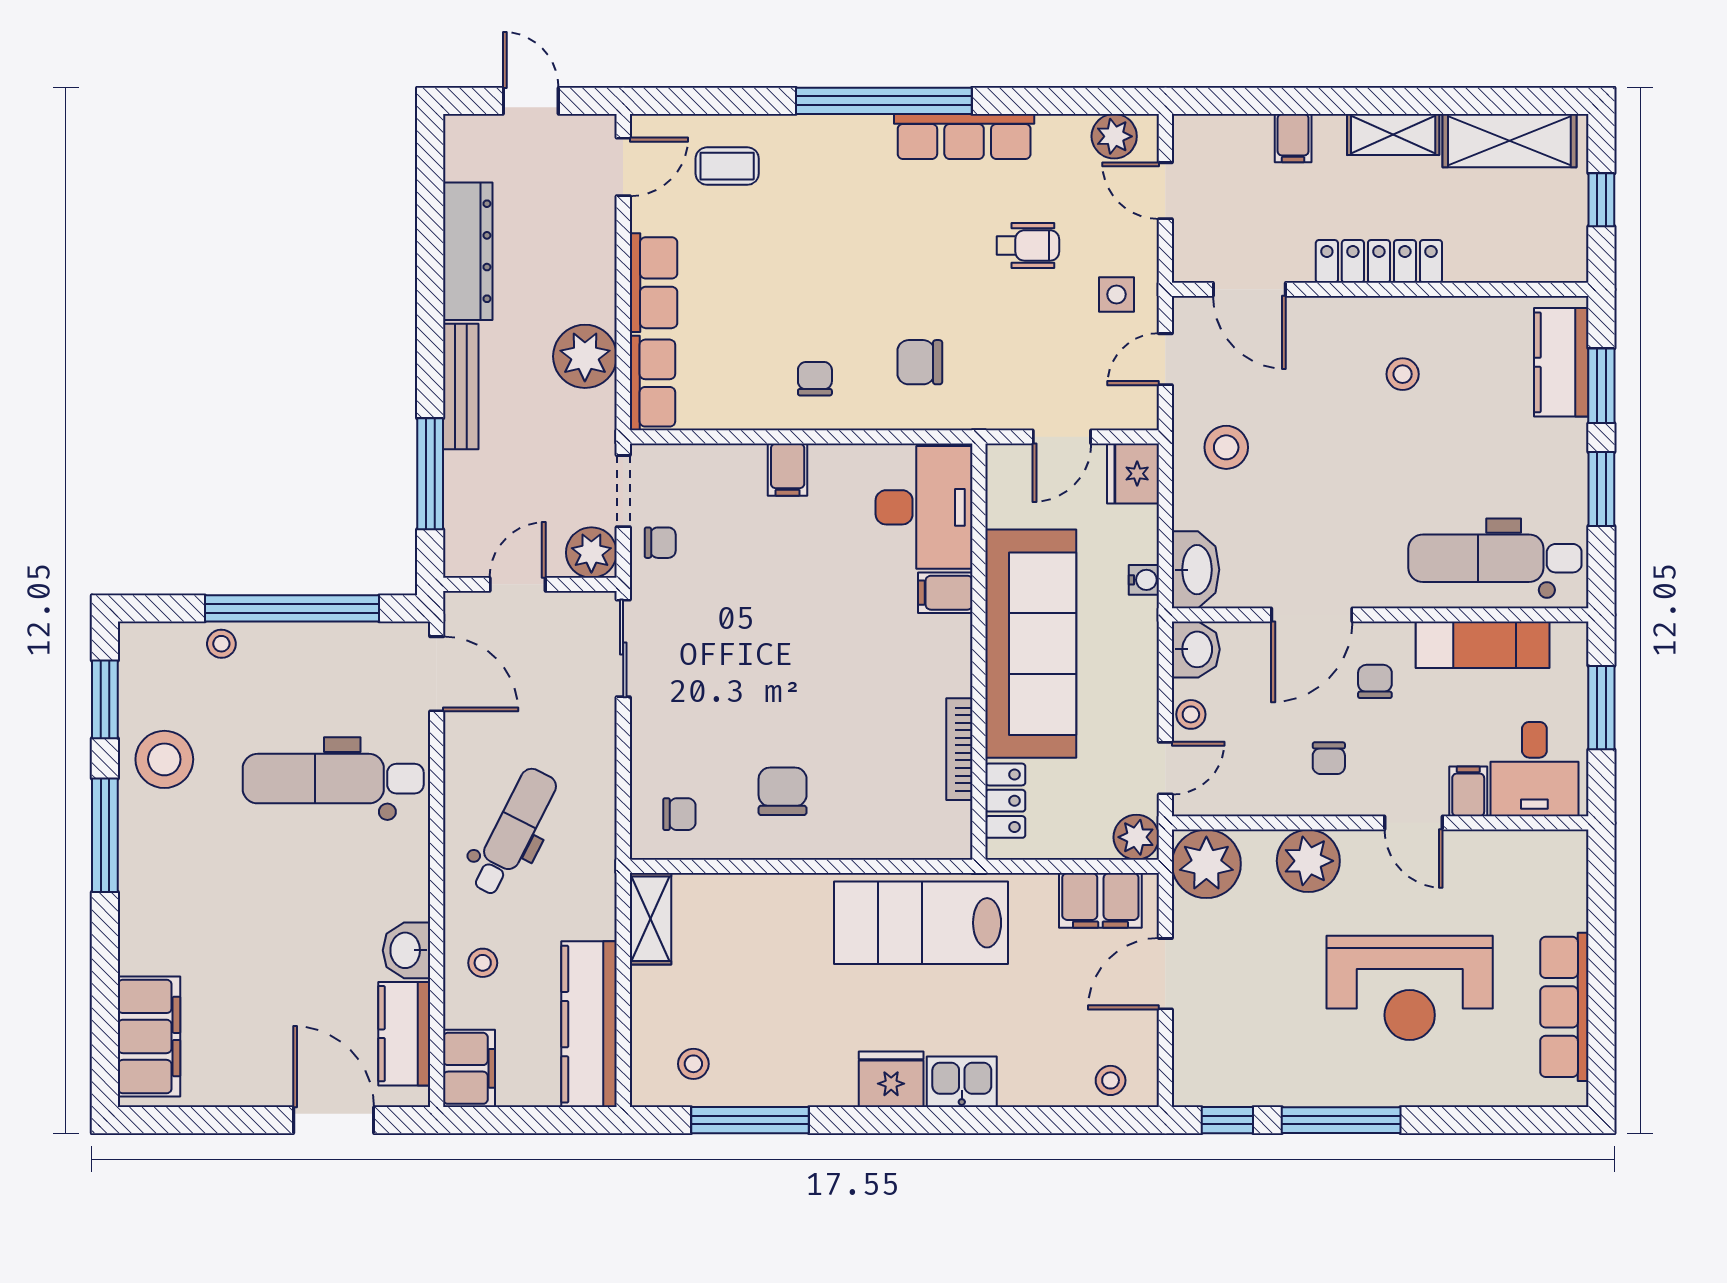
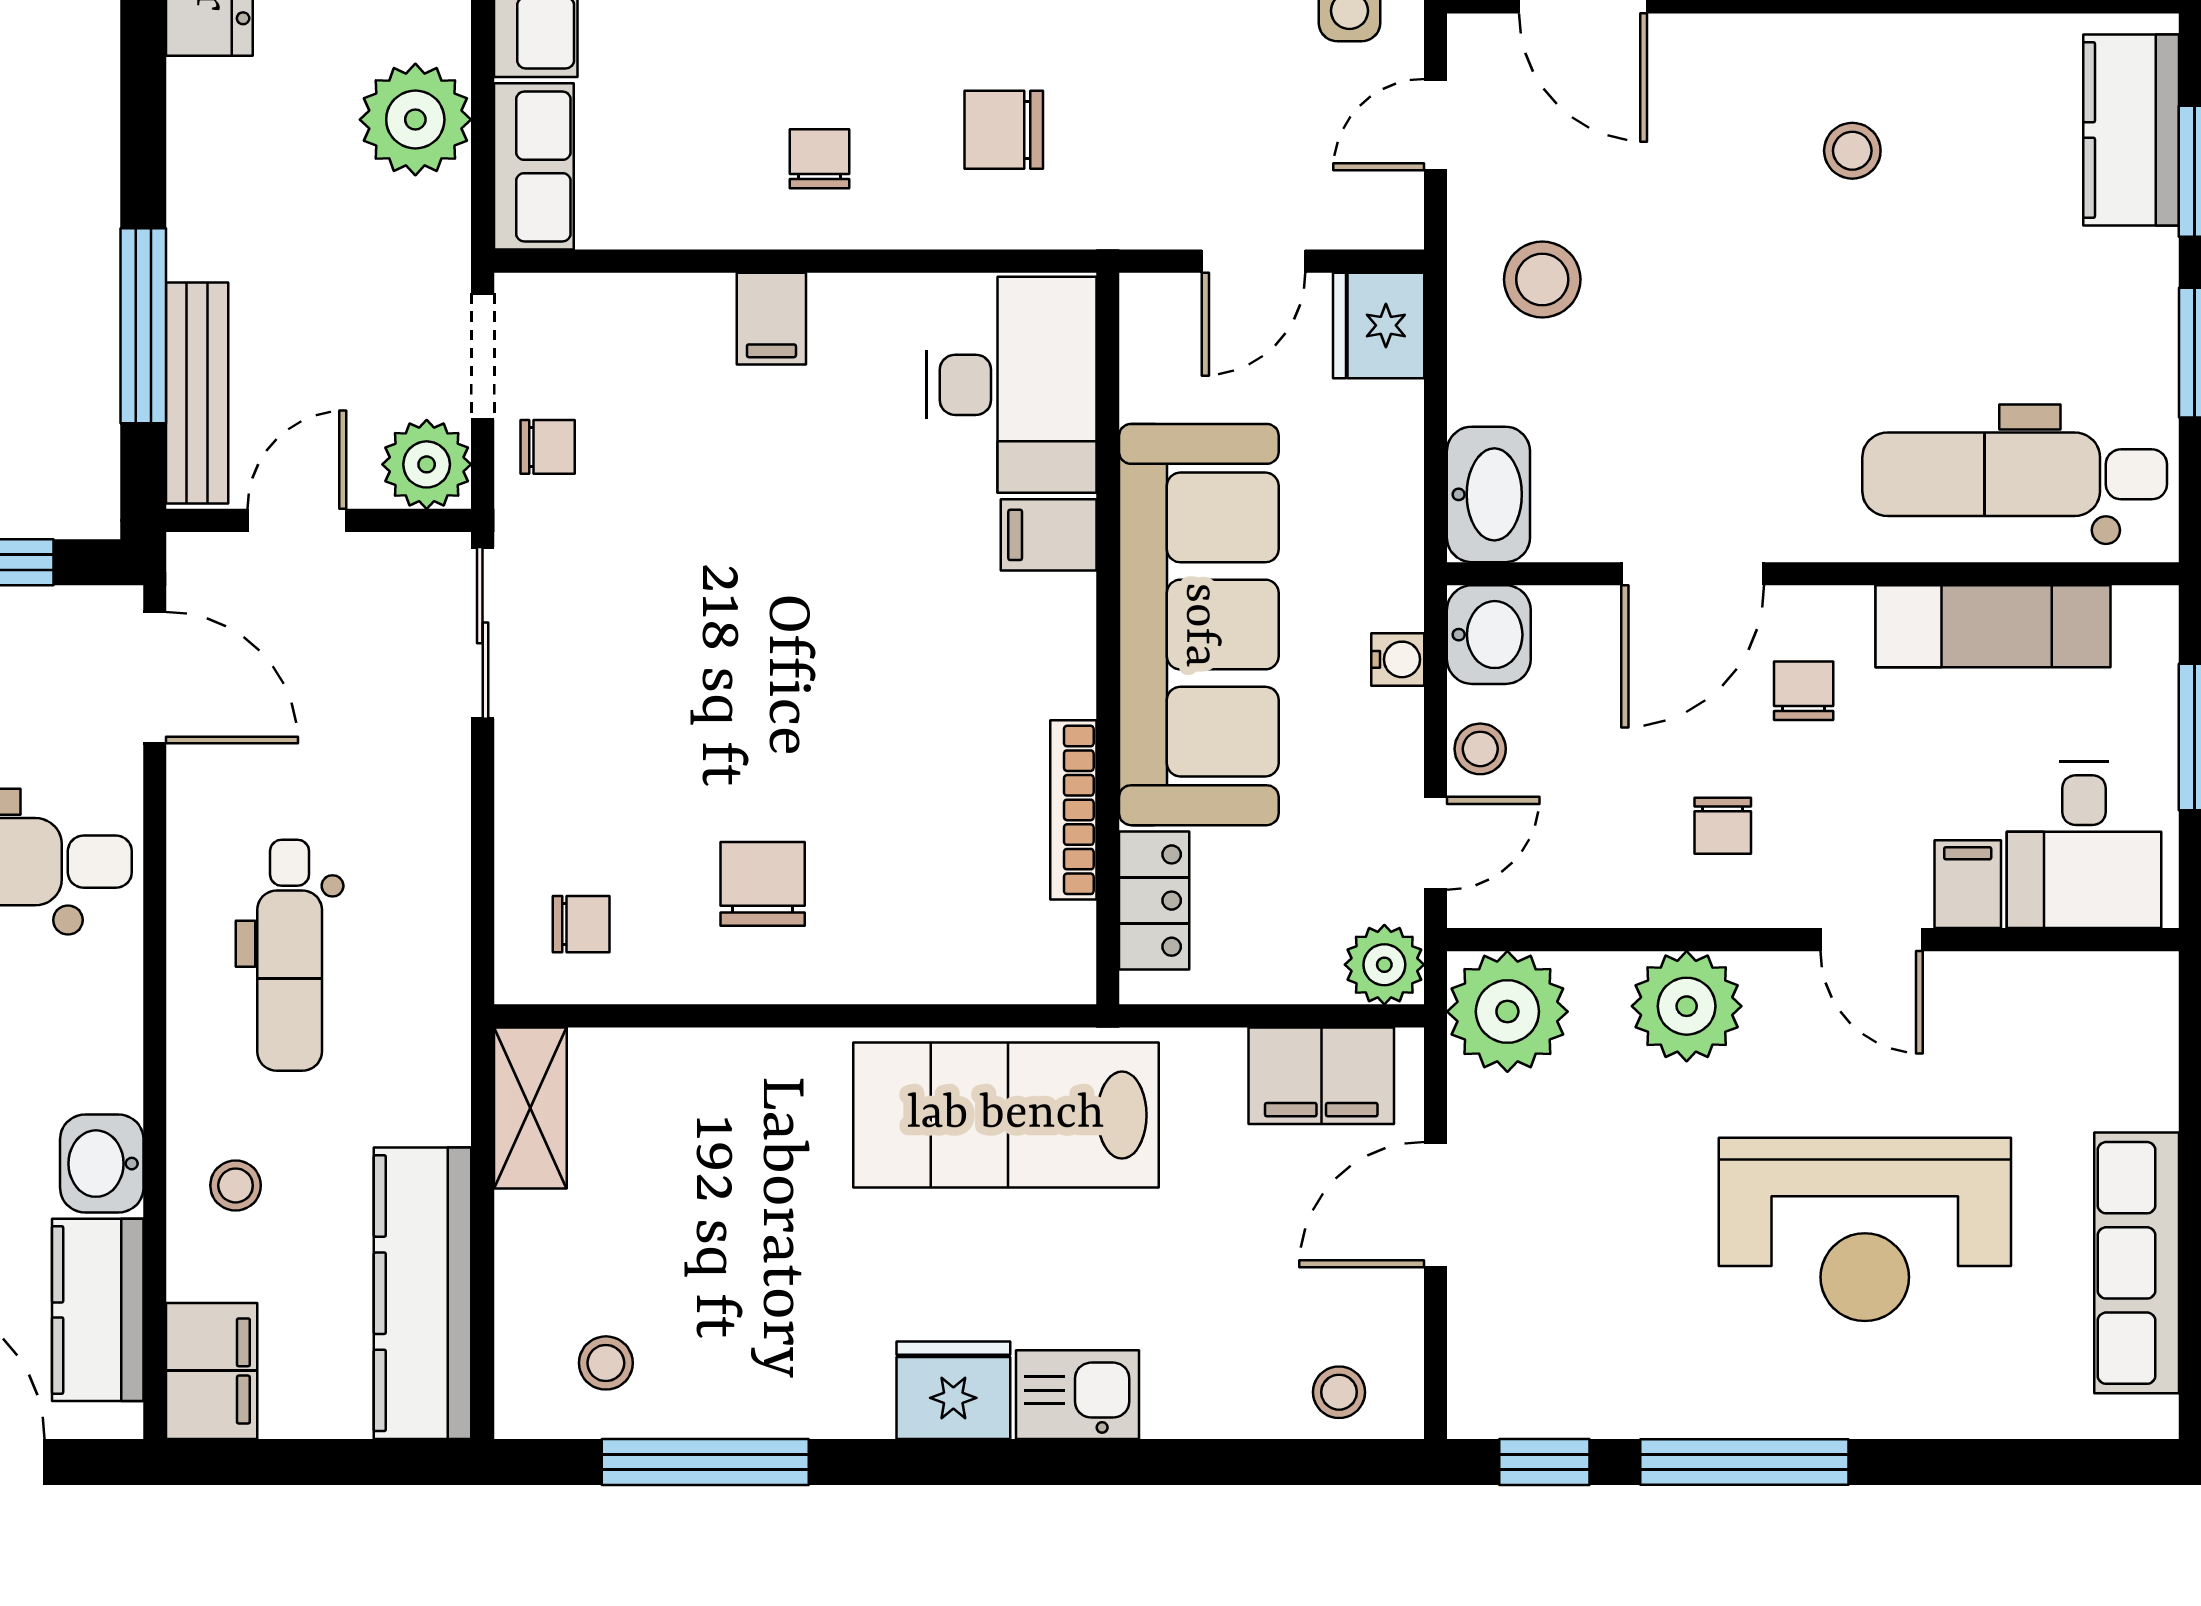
bench: (461, 387) -> (197, 393), moved
water cooler: (1144, 580) -> (1398, 659), moved
dental chair: (513, 832) -> (290, 955), turned 153

